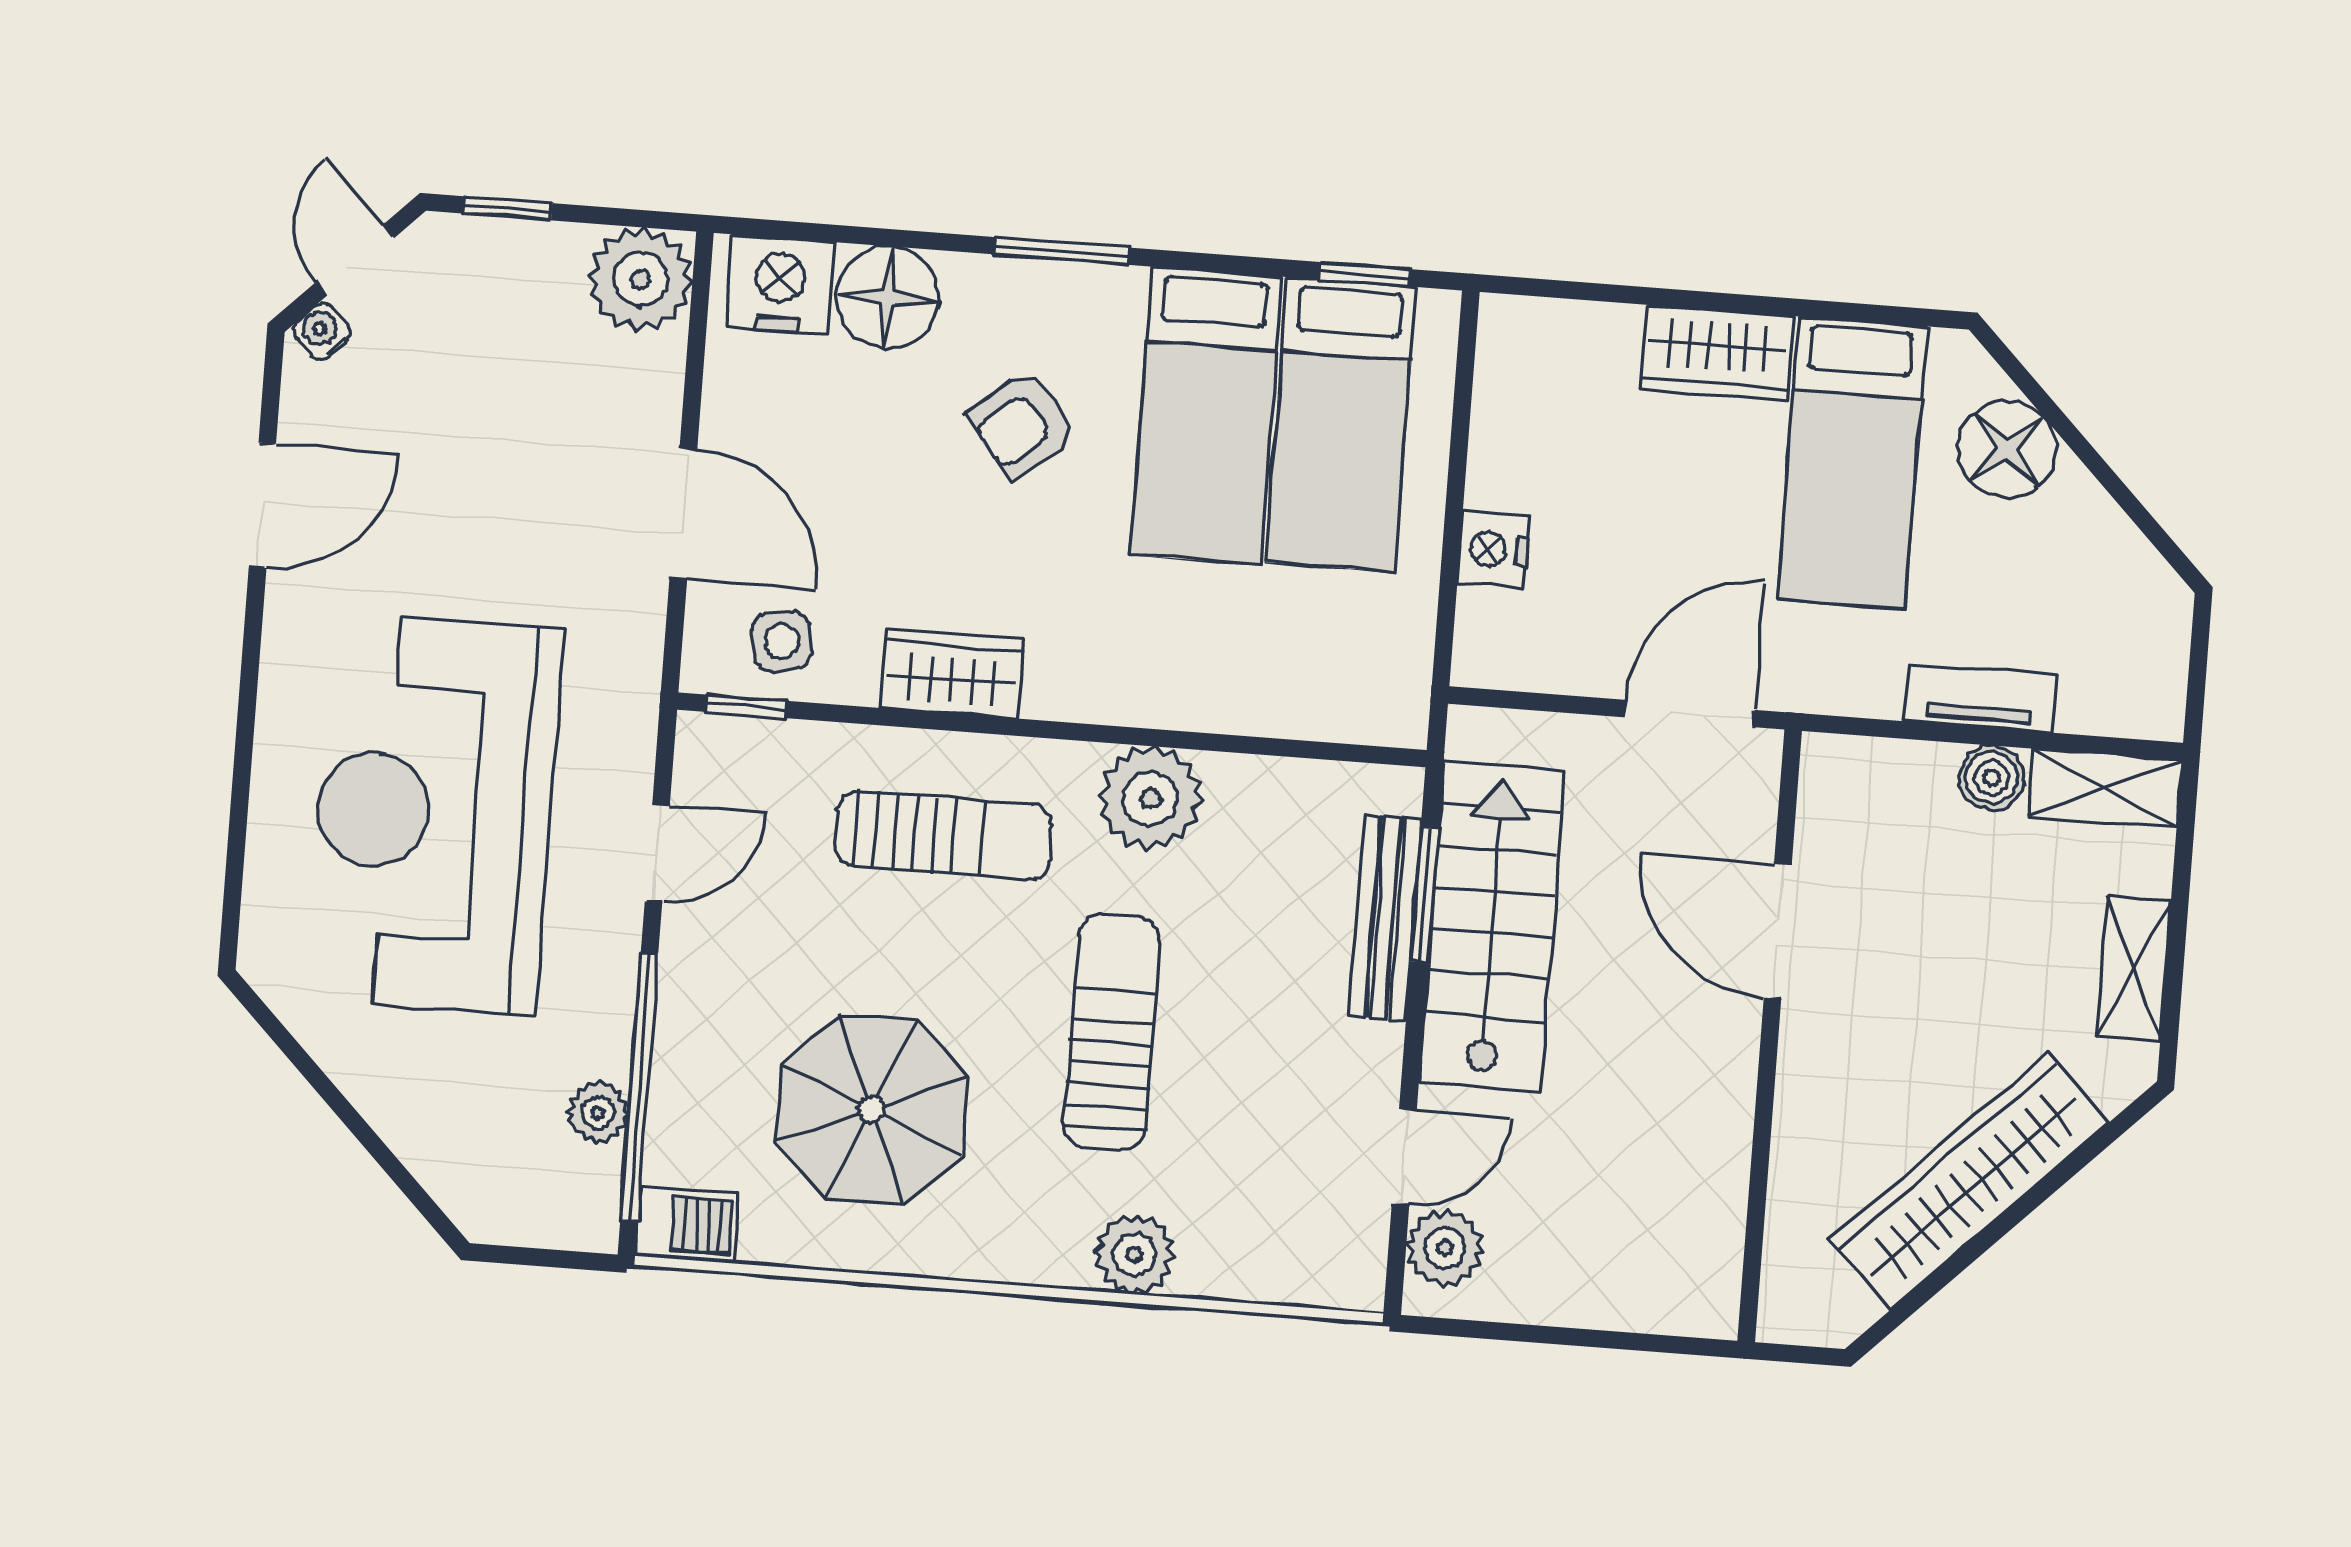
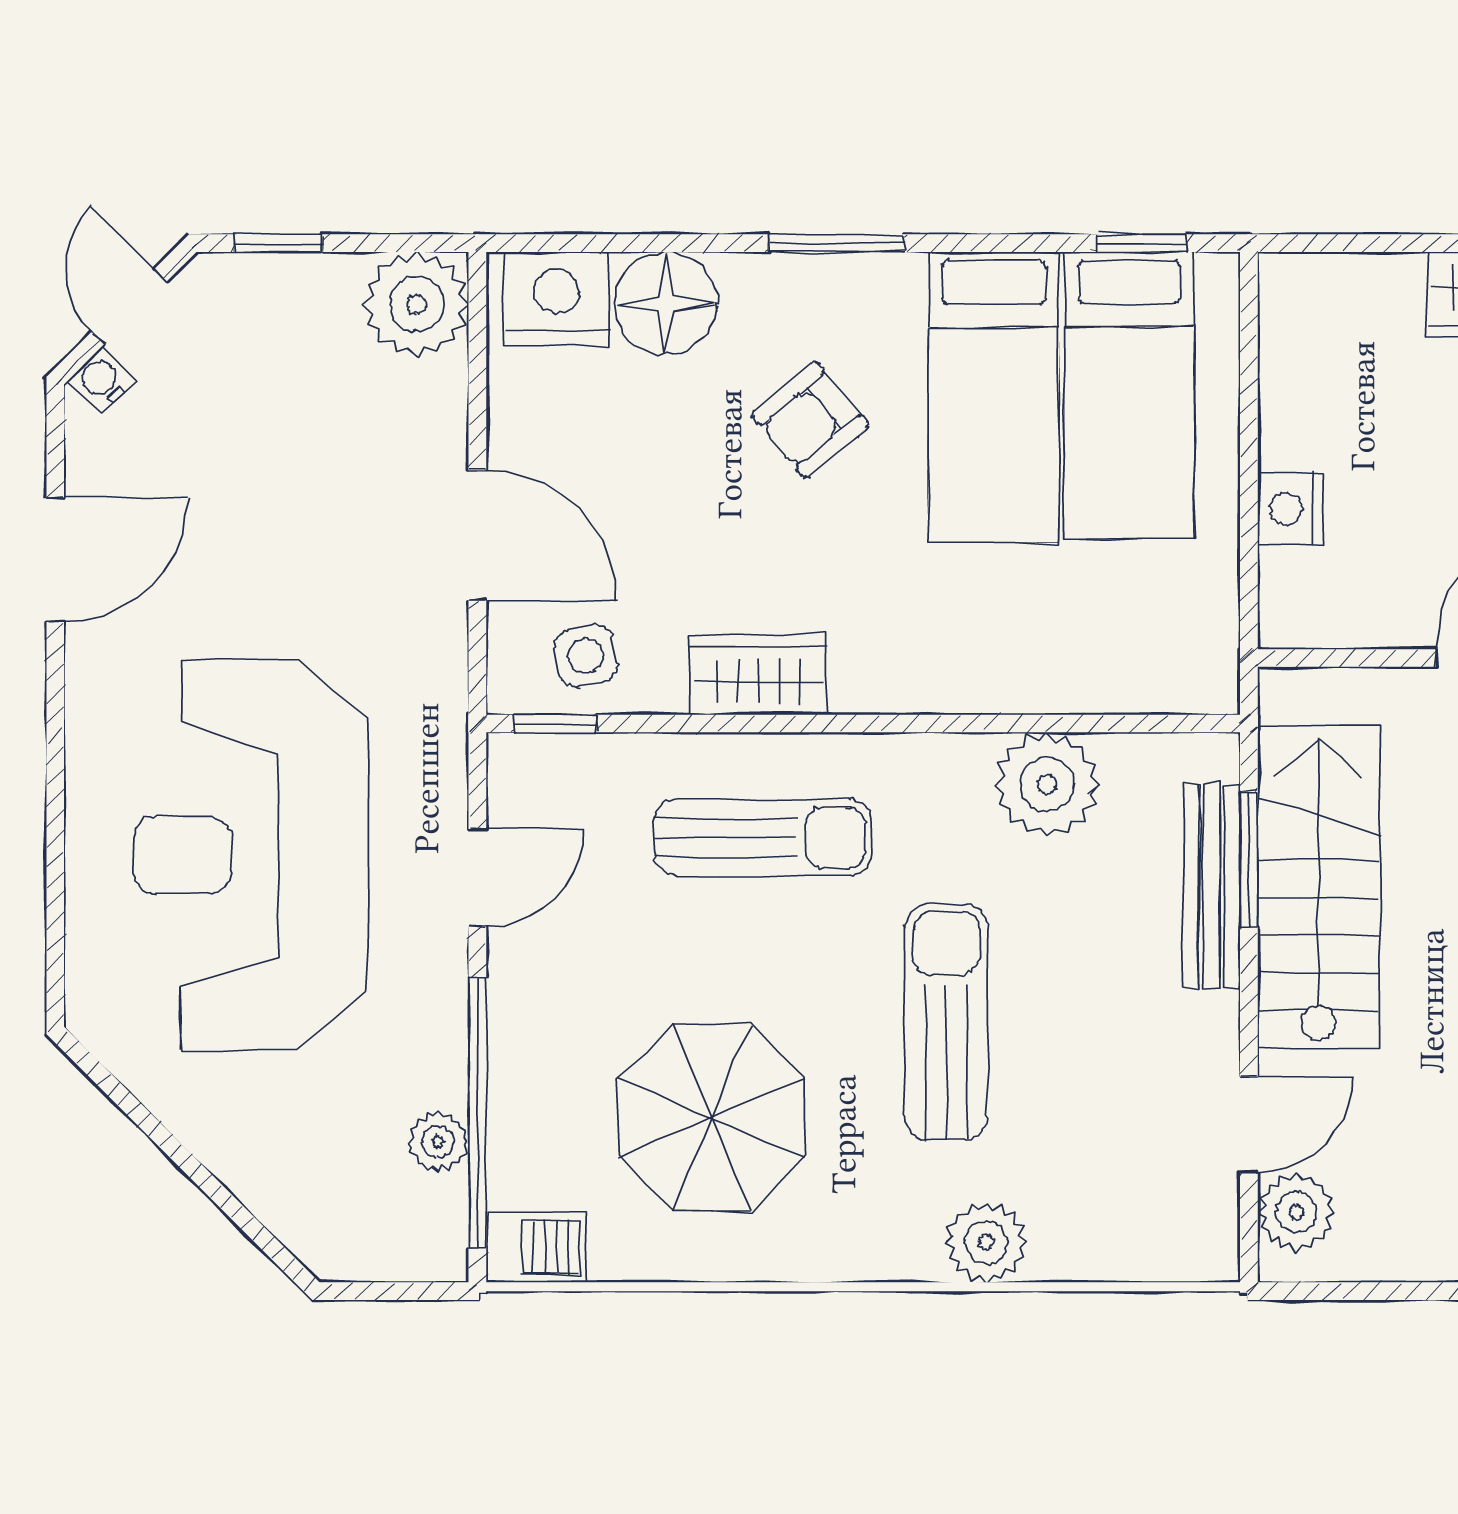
plant: (1150, 798) -> (1047, 784), moved

